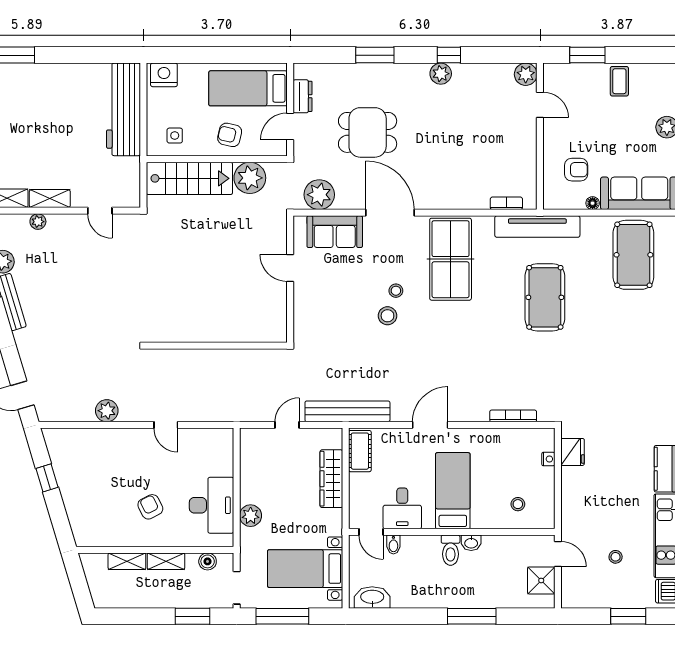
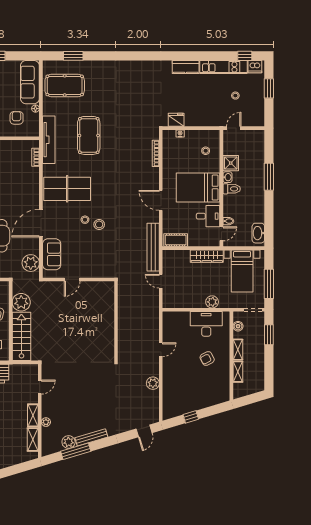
pool table: (545, 297) -> (89, 135), turned 90
wardrobe: (331, 479) -> (207, 256), moved
bed: (453, 491) -> (198, 188), width x1.50
shower: (541, 580) -> (231, 163), moved

